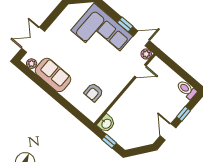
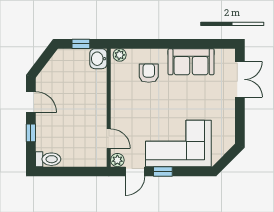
plant: (32, 64) -> (120, 55), moved
door: (140, 71) -> (109, 139), swing flipped
armchair: (94, 92) -> (149, 73), moved

